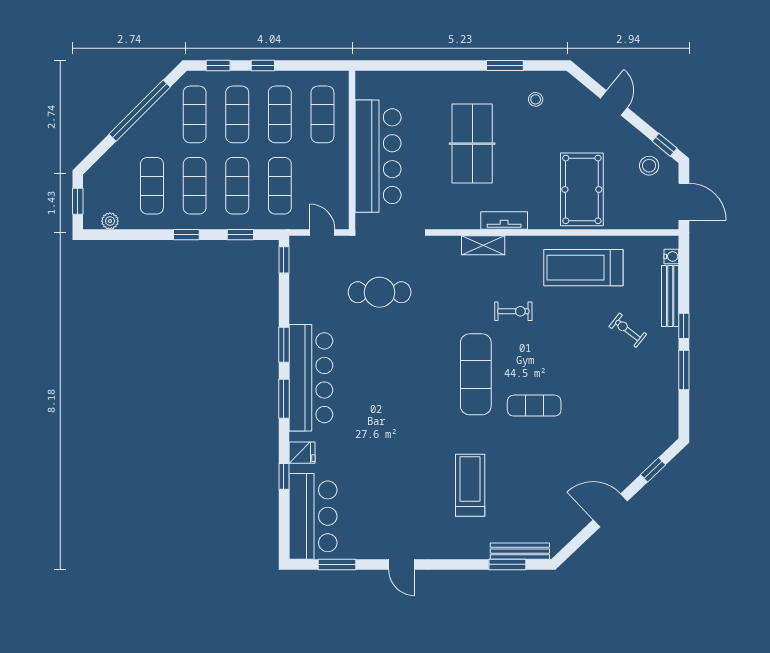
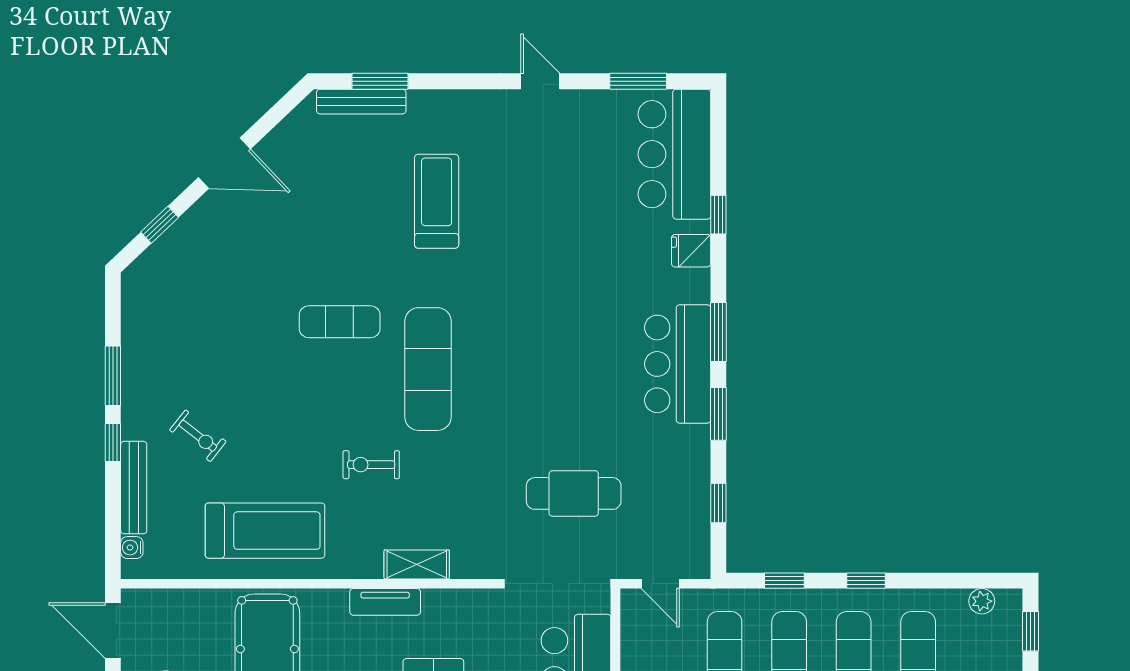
window: (284, 260) -> (718, 503), moved
bar counter: (311, 378) -> (678, 364), width x0.73
treadmill: (470, 485) -> (437, 201), turned 180

